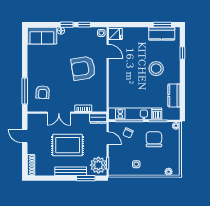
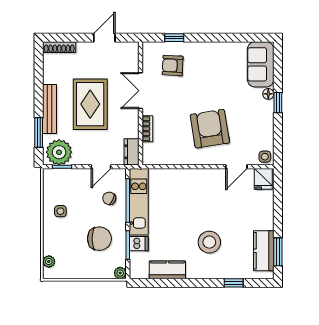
window: (84, 25) -> (278, 130), removed
window: (25, 91) -> (174, 38), width x0.46

